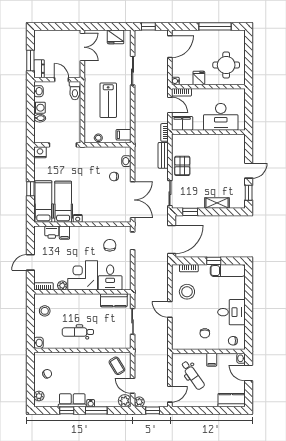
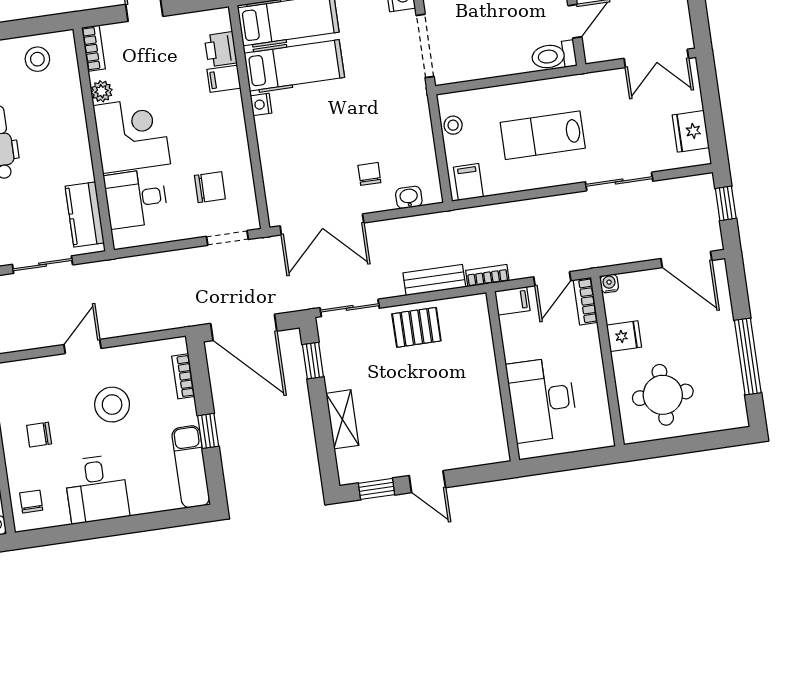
filing cabinet: (182, 123) -> (512, 301), width x0.50
stool: (187, 292) -> (112, 405), moved

